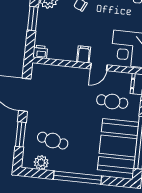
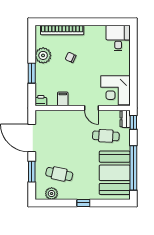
filing cabinet: (84, 54) -> (63, 99), moved
door: (99, 67) -> (92, 108), hinge flipped
window: (77, 178) -> (83, 203), width x0.32

